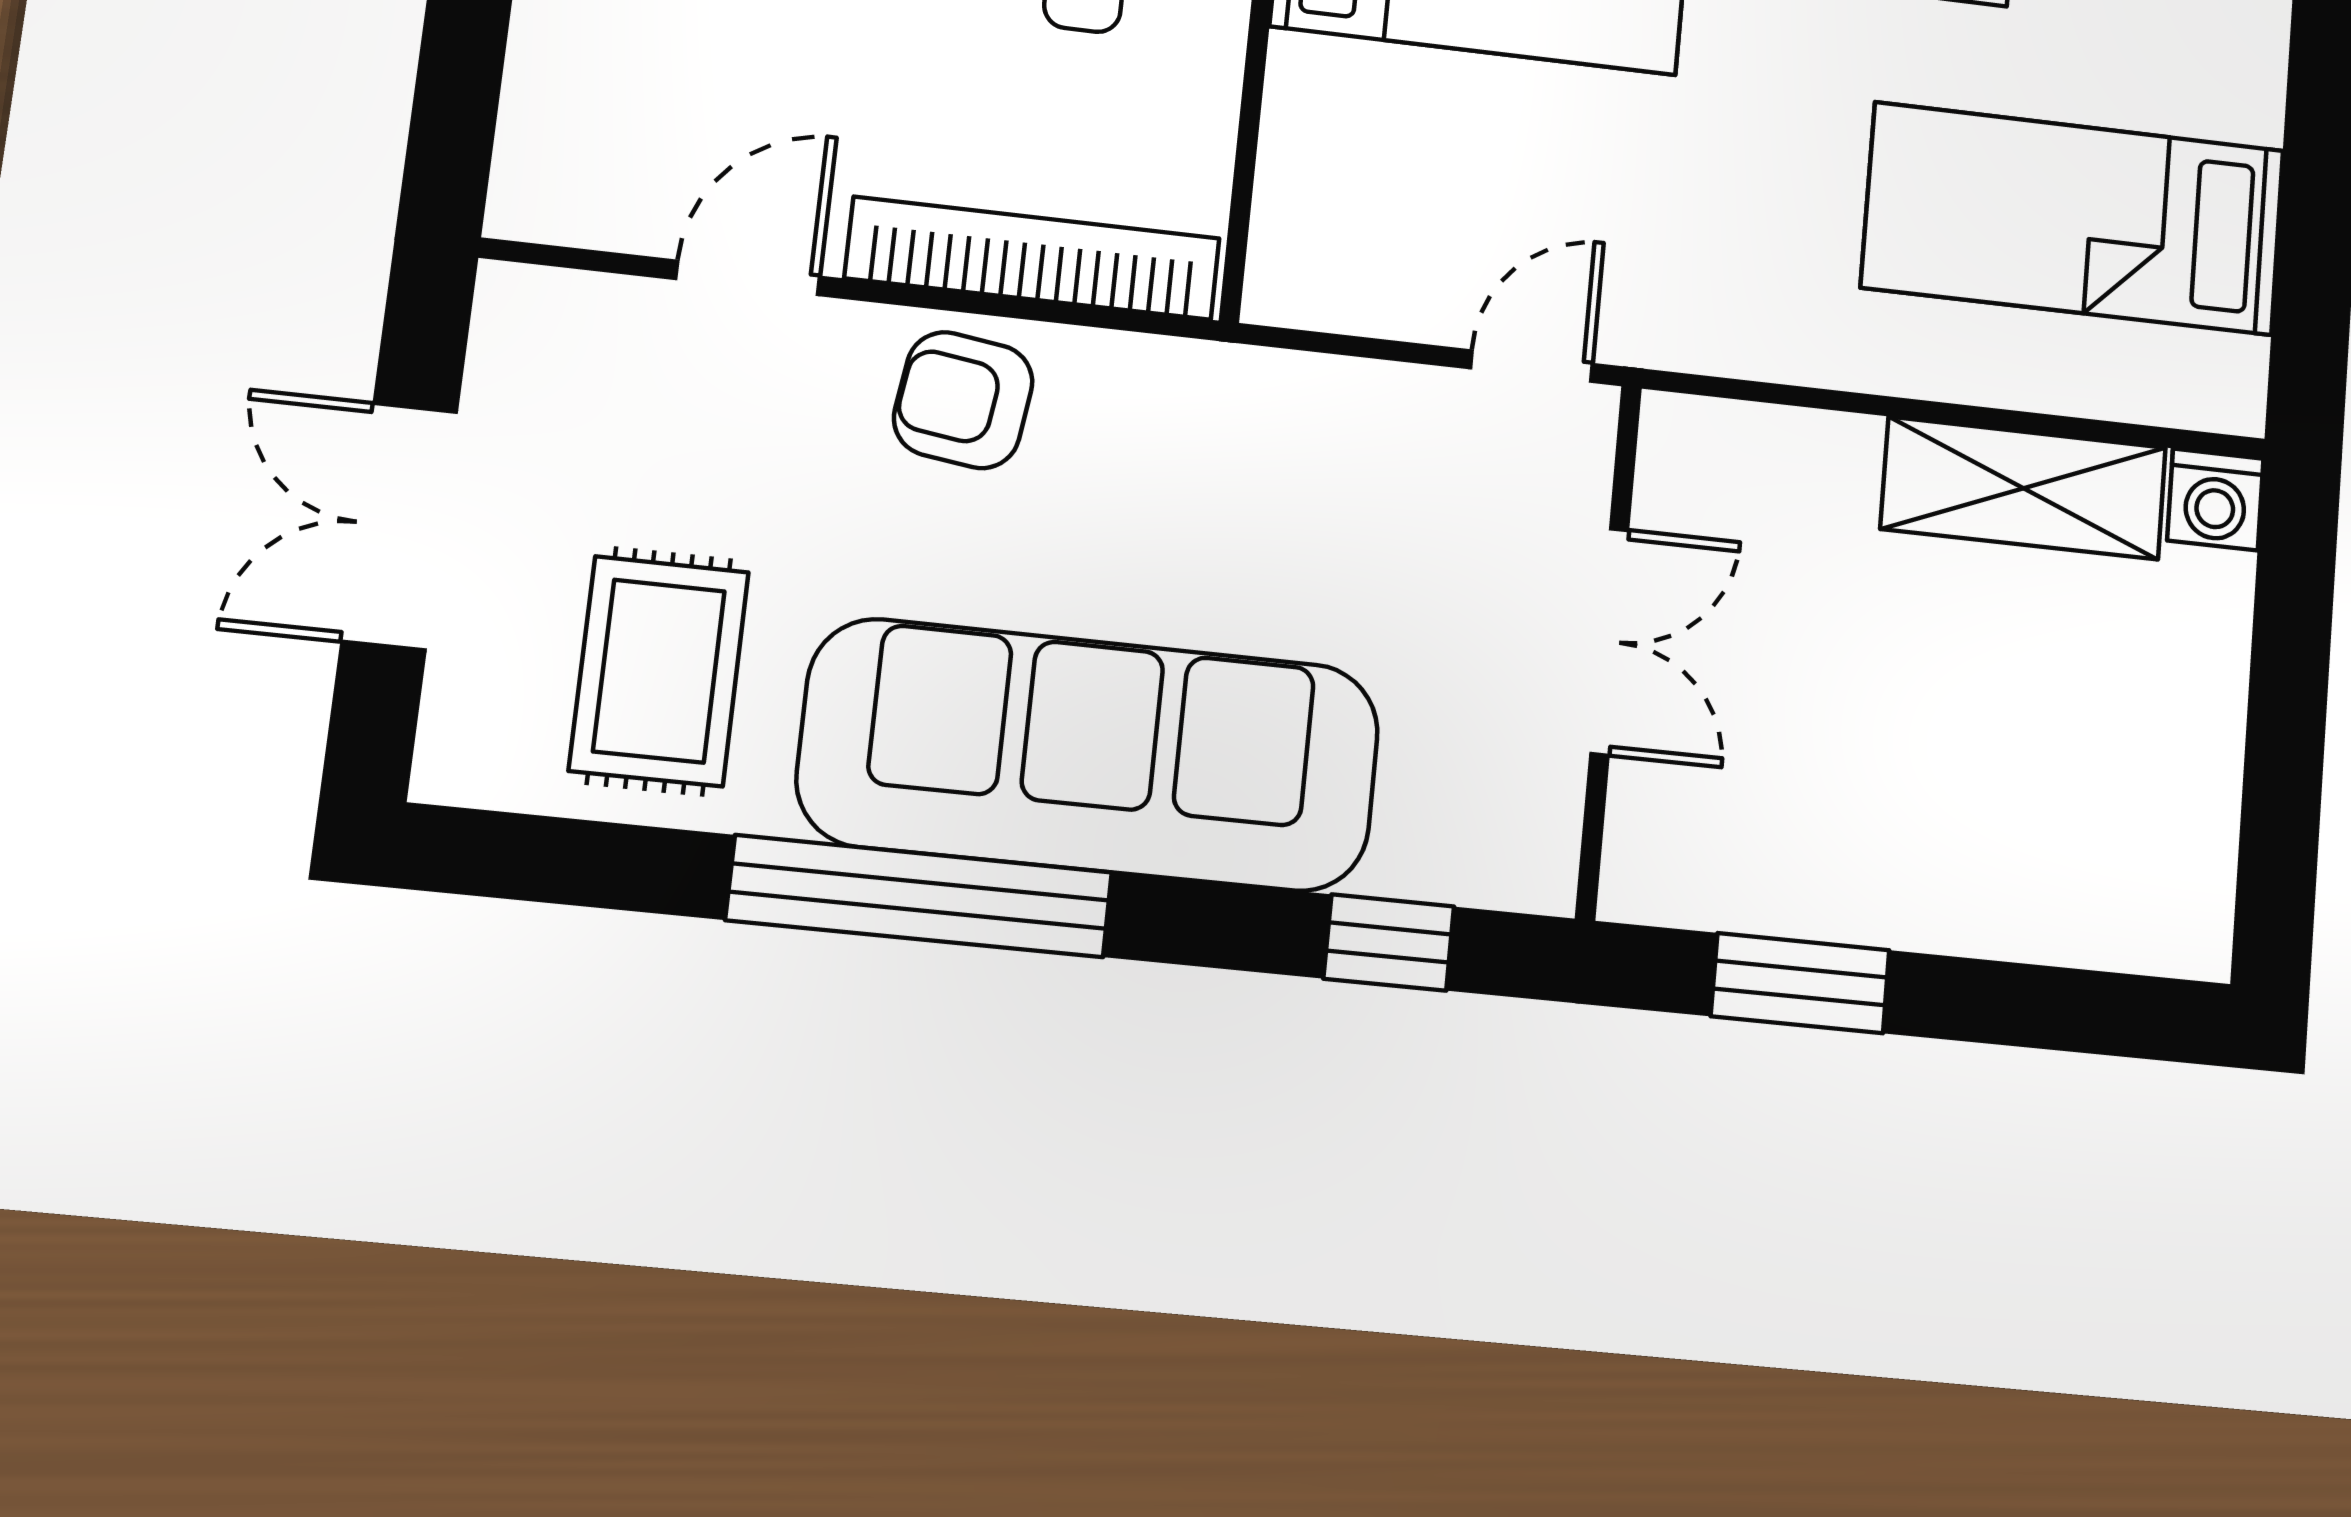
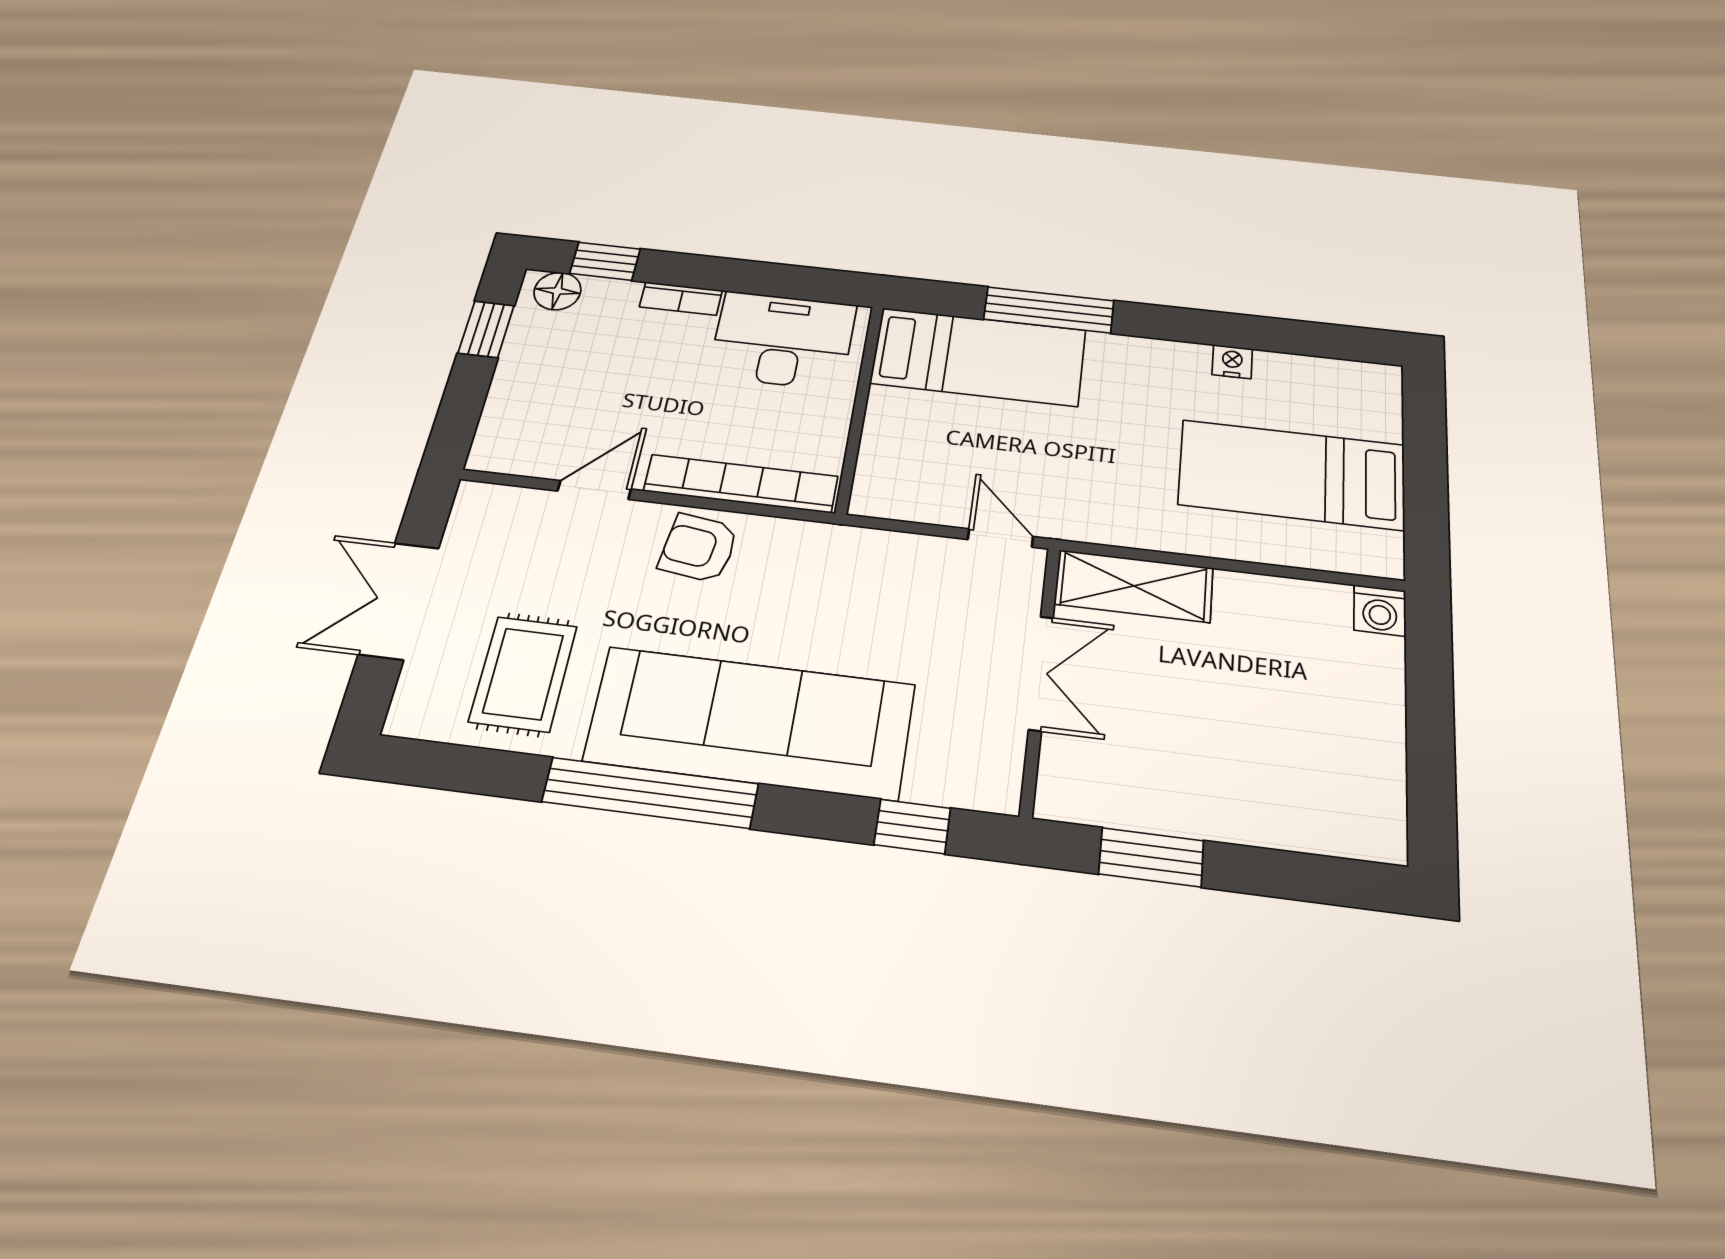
door: (1532, 366) -> (1000, 538), hinge flipped
shelving: (2023, 488) -> (1134, 586), moved

